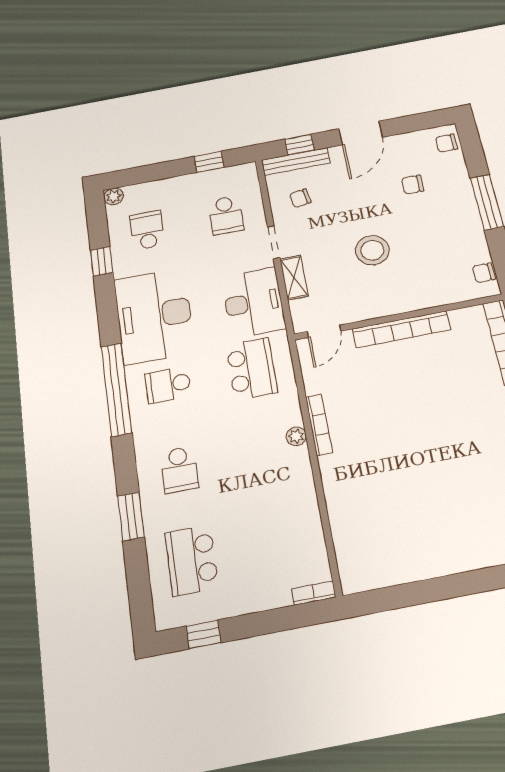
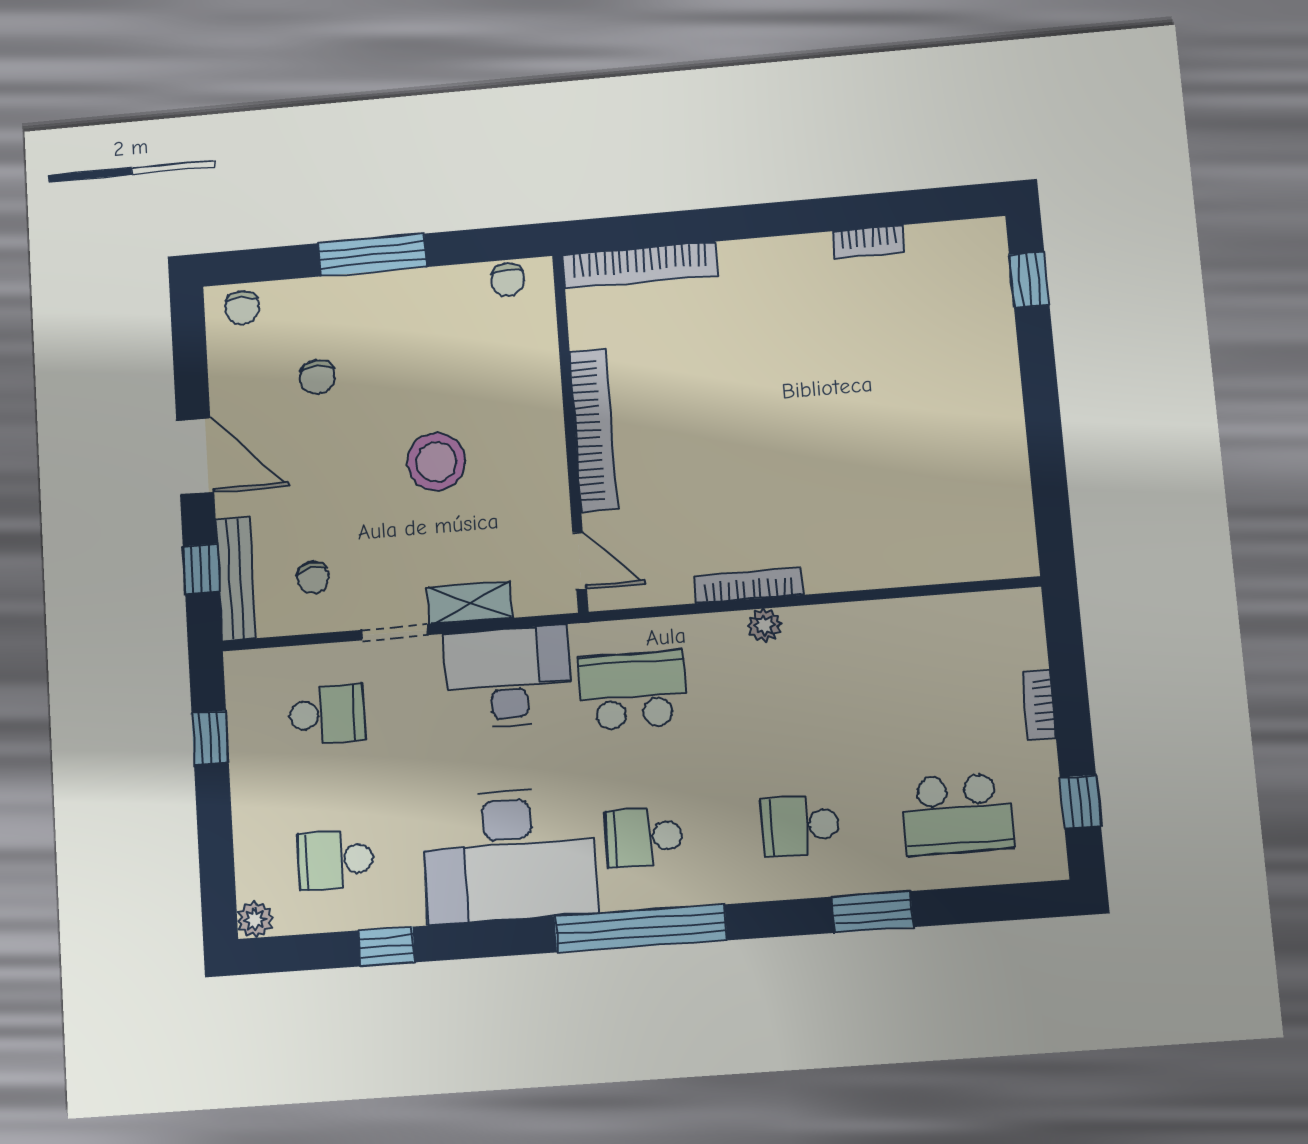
school desk: (168, 385) -> (644, 837), turned 90
school desk: (179, 470) -> (800, 826), turned 180
bookcase: (314, 593) -> (1039, 705), moved

